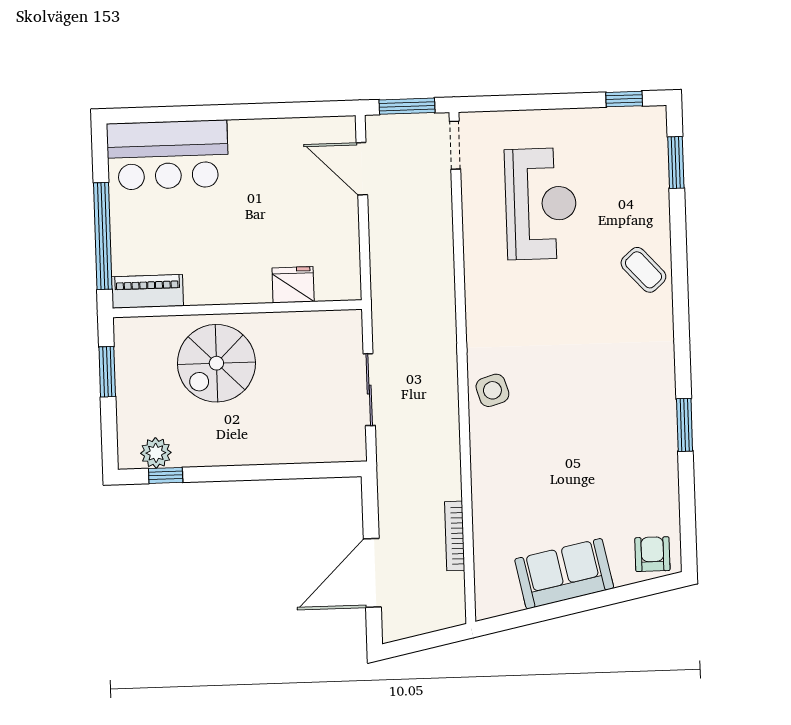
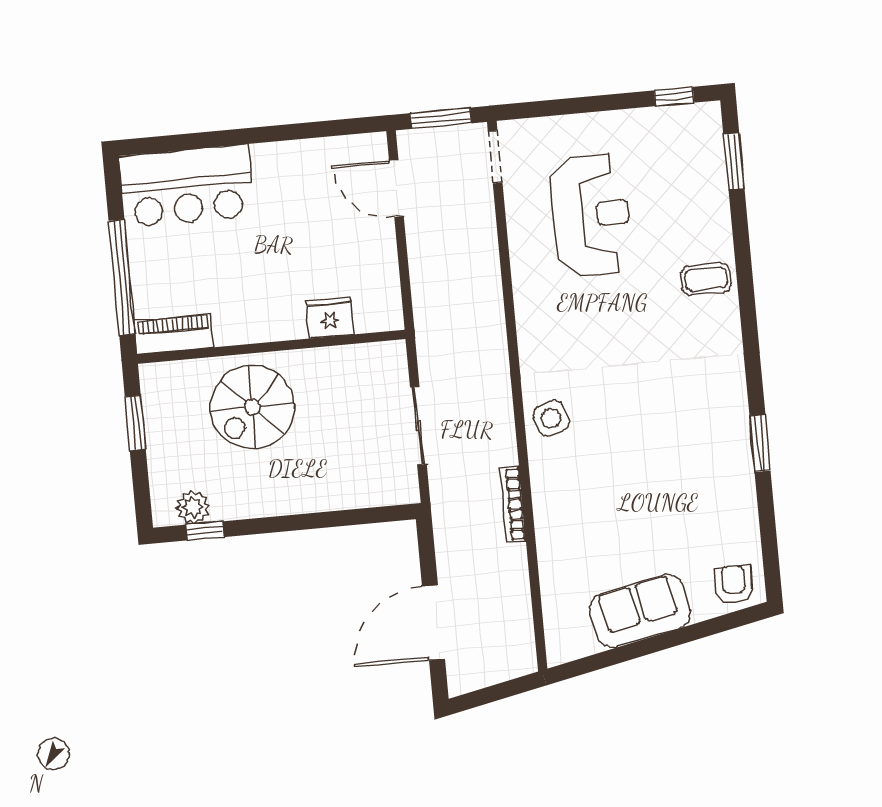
coffee table: (643, 270) -> (706, 279), turned -48
bookcase: (455, 536) -> (513, 505), moved

